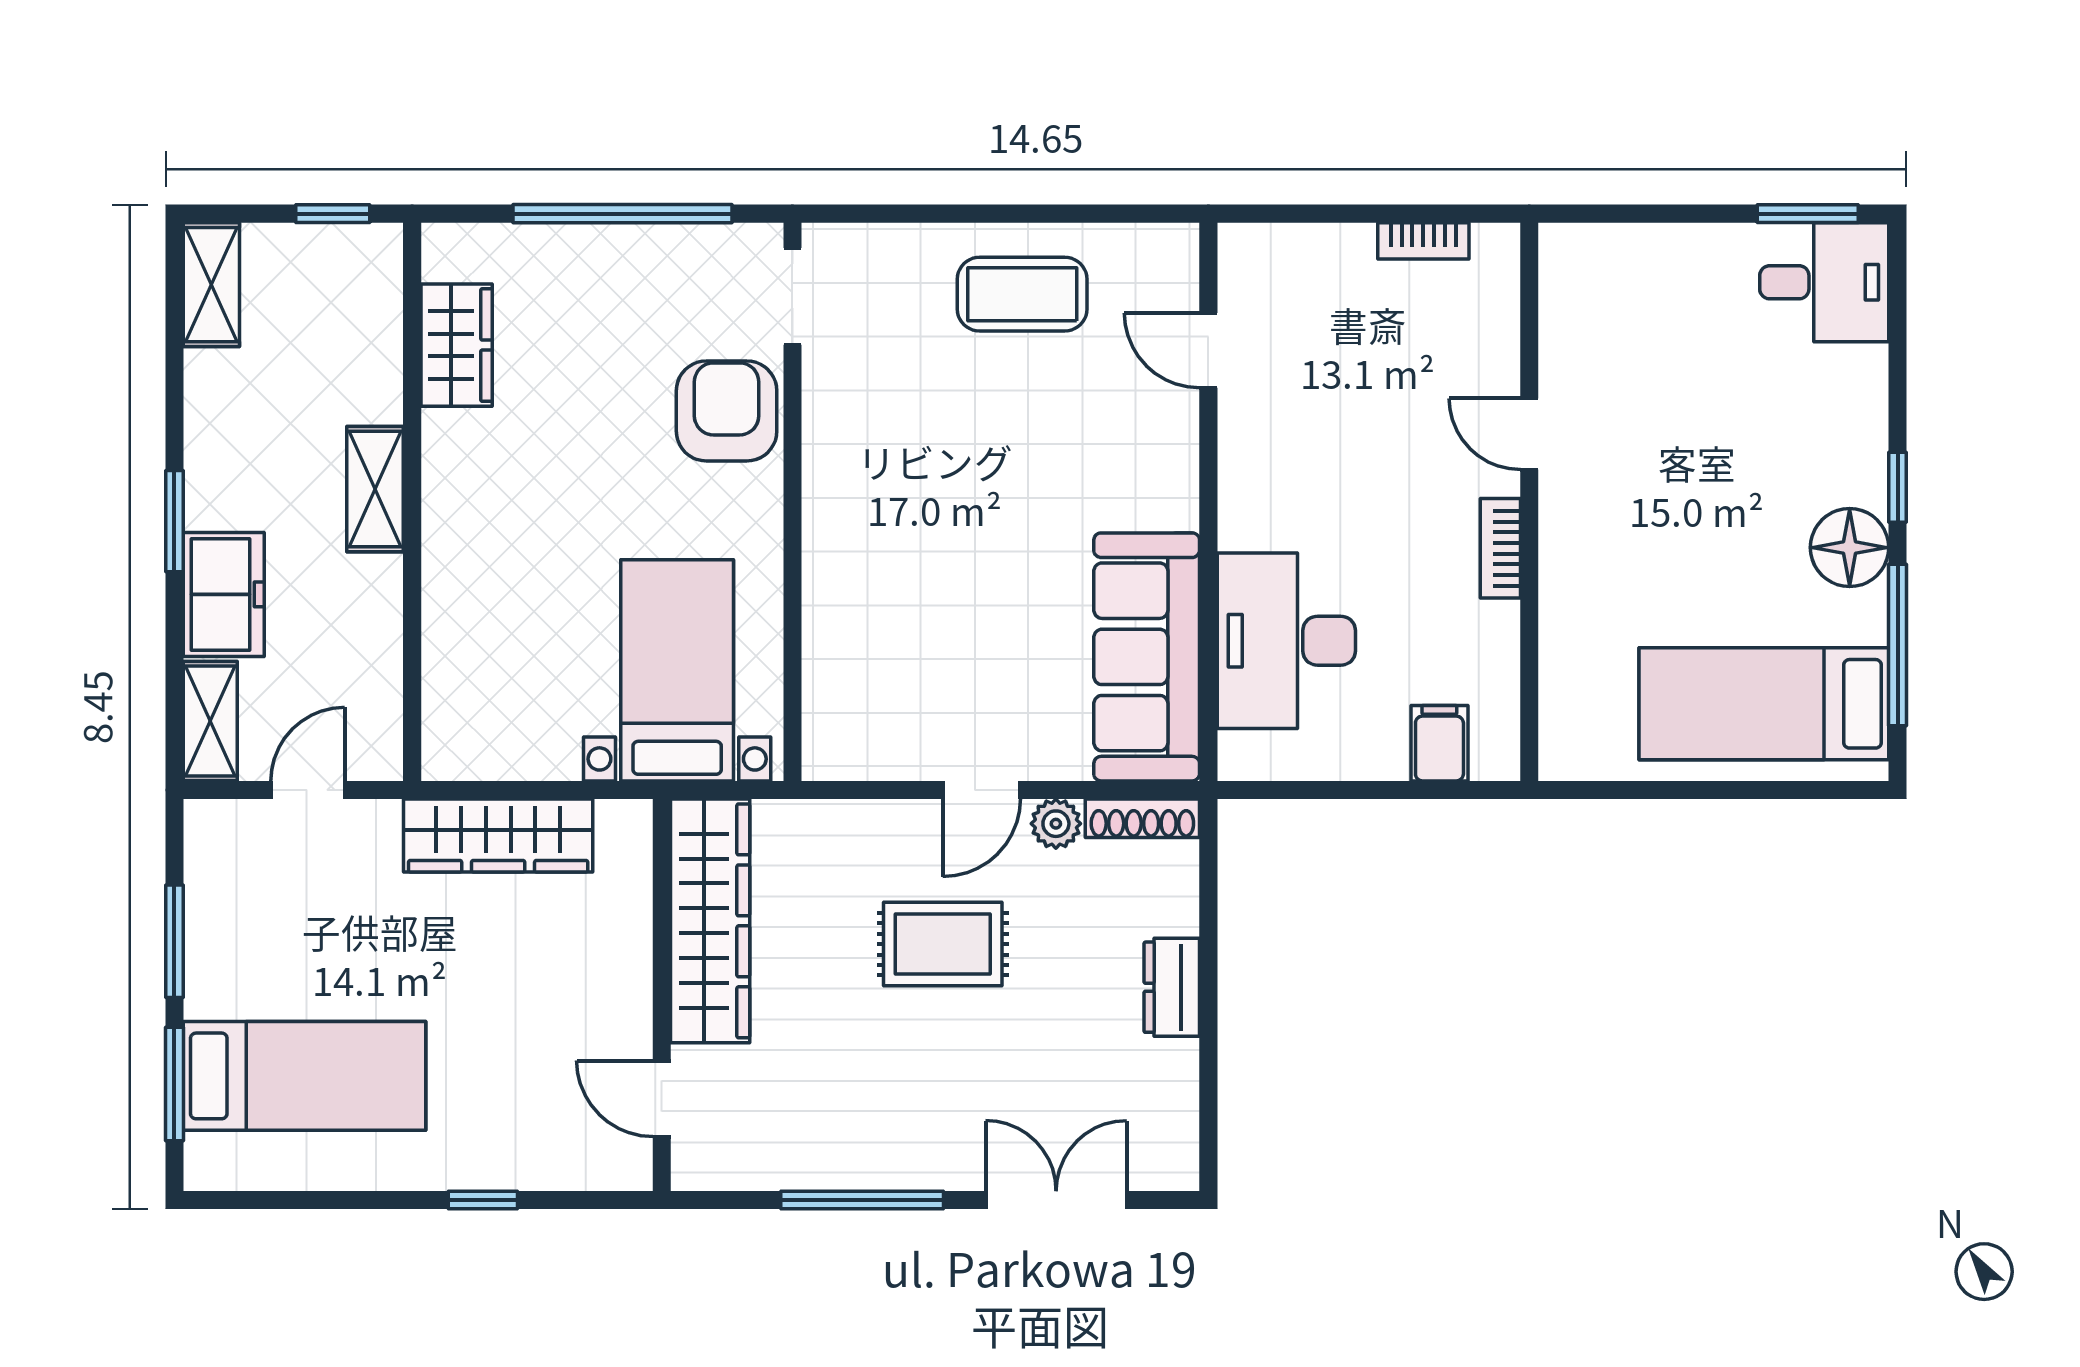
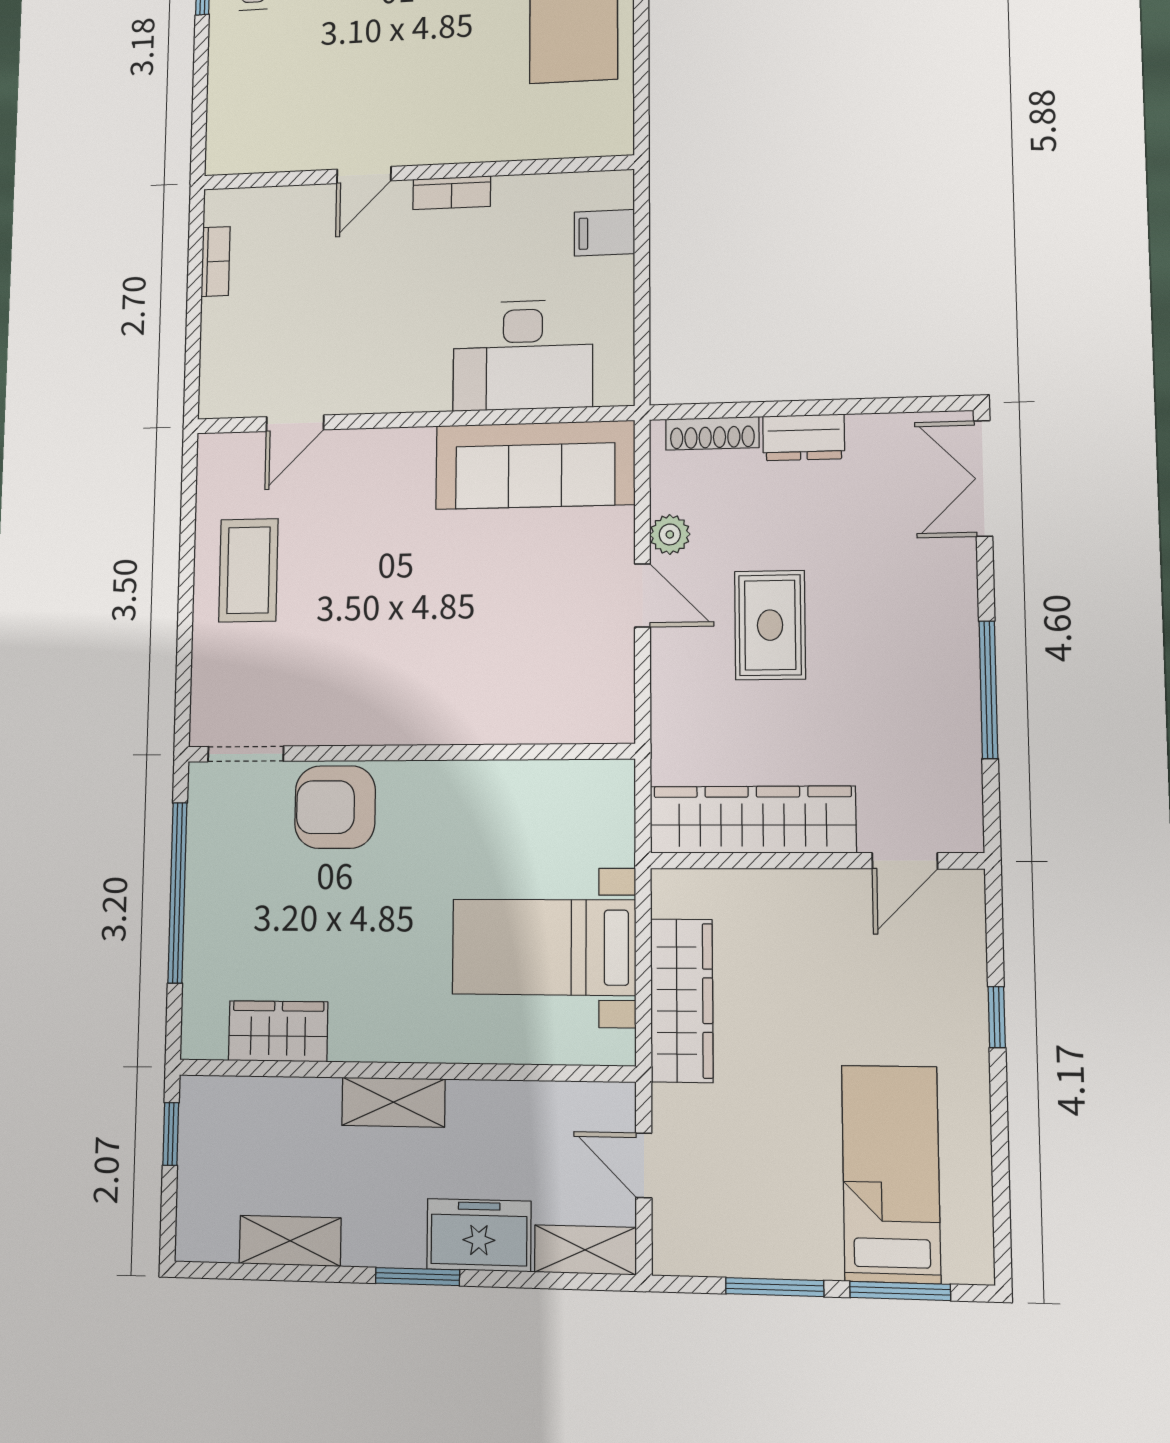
shelving: (211, 285) -> (290, 1241), moved
bed with nightstands: (677, 670) -> (544, 947), moved
shoe rack: (1142, 818) -> (712, 433), moved, turned 90
double door: (1056, 1200) -> (983, 478), moved

